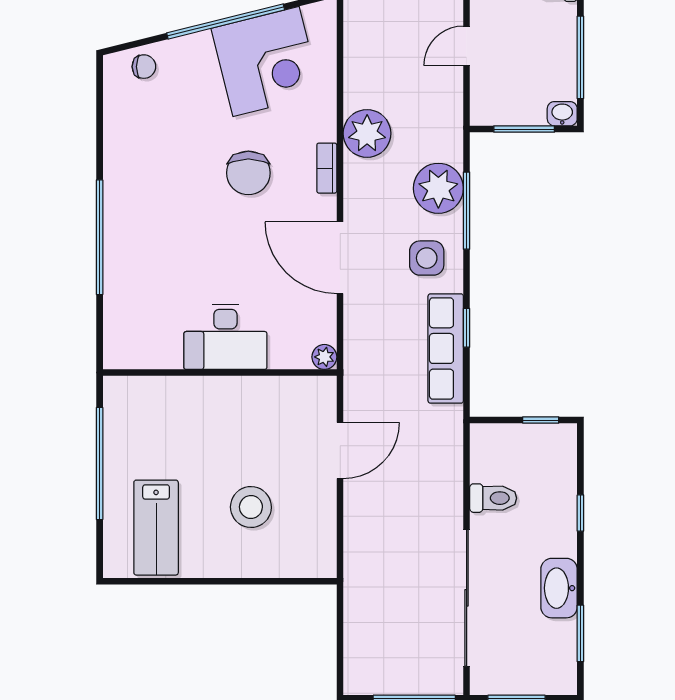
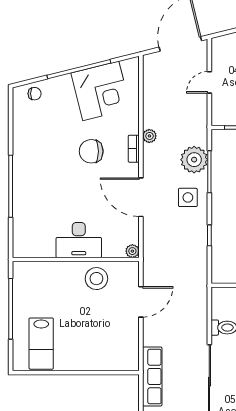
plant: (367, 133) -> (149, 136), width x0.53, depth x0.53
chair: (248, 173) -> (91, 151), turned 90
row of seats: (446, 348) -> (152, 376), moved, turned 180
stool: (251, 507) -> (96, 279), moved

